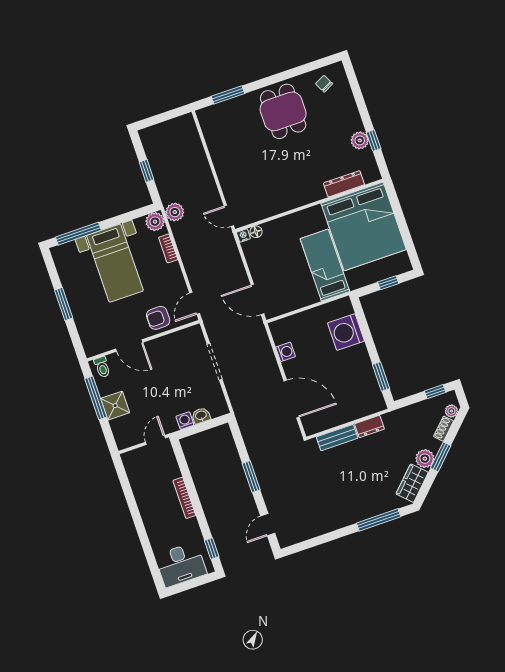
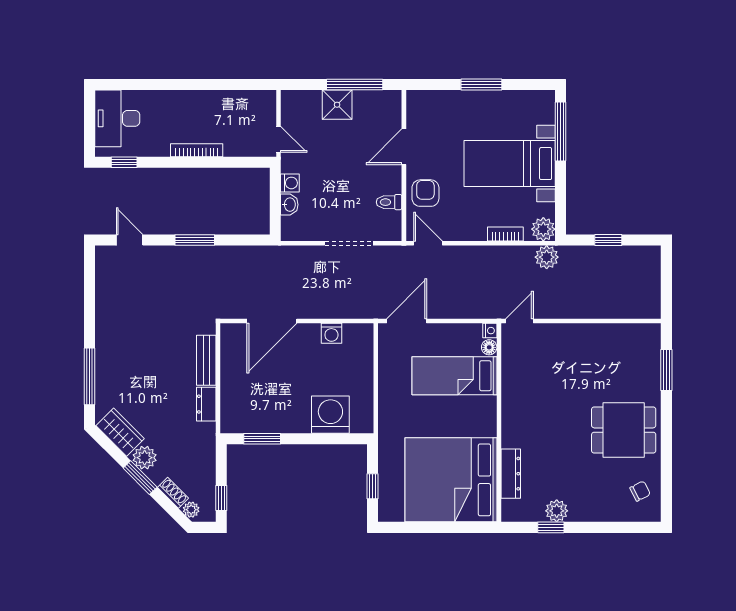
bed: (325, 265) -> (454, 376), moved, turned 180
toilet: (102, 367) -> (389, 202), moved

